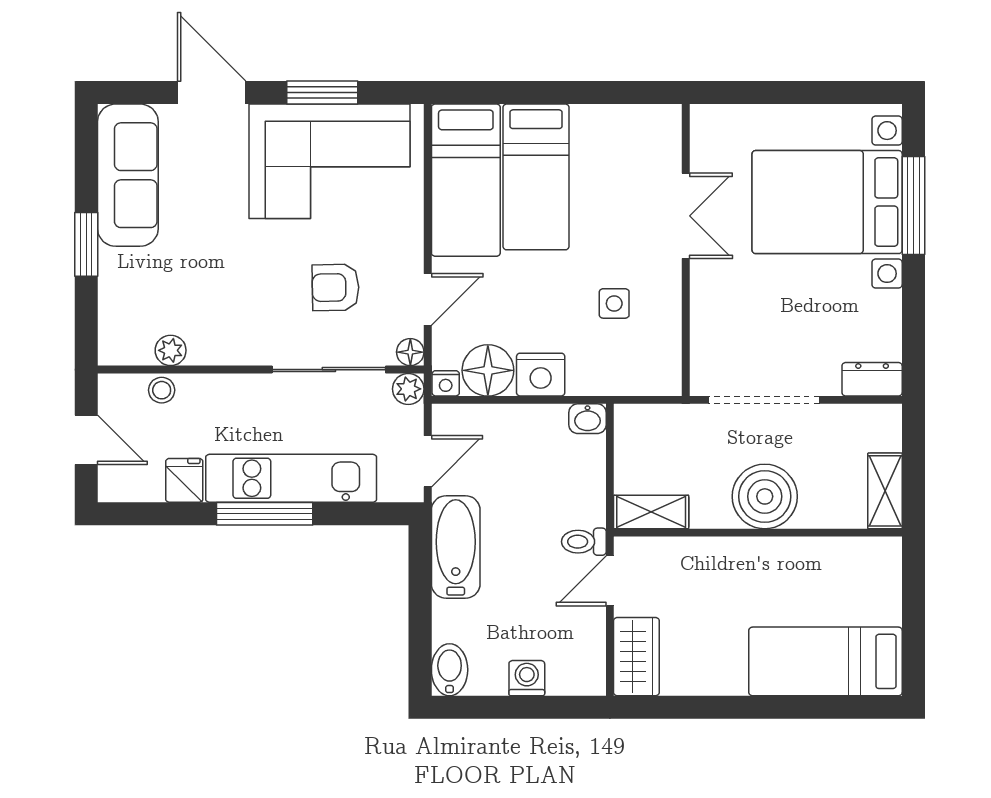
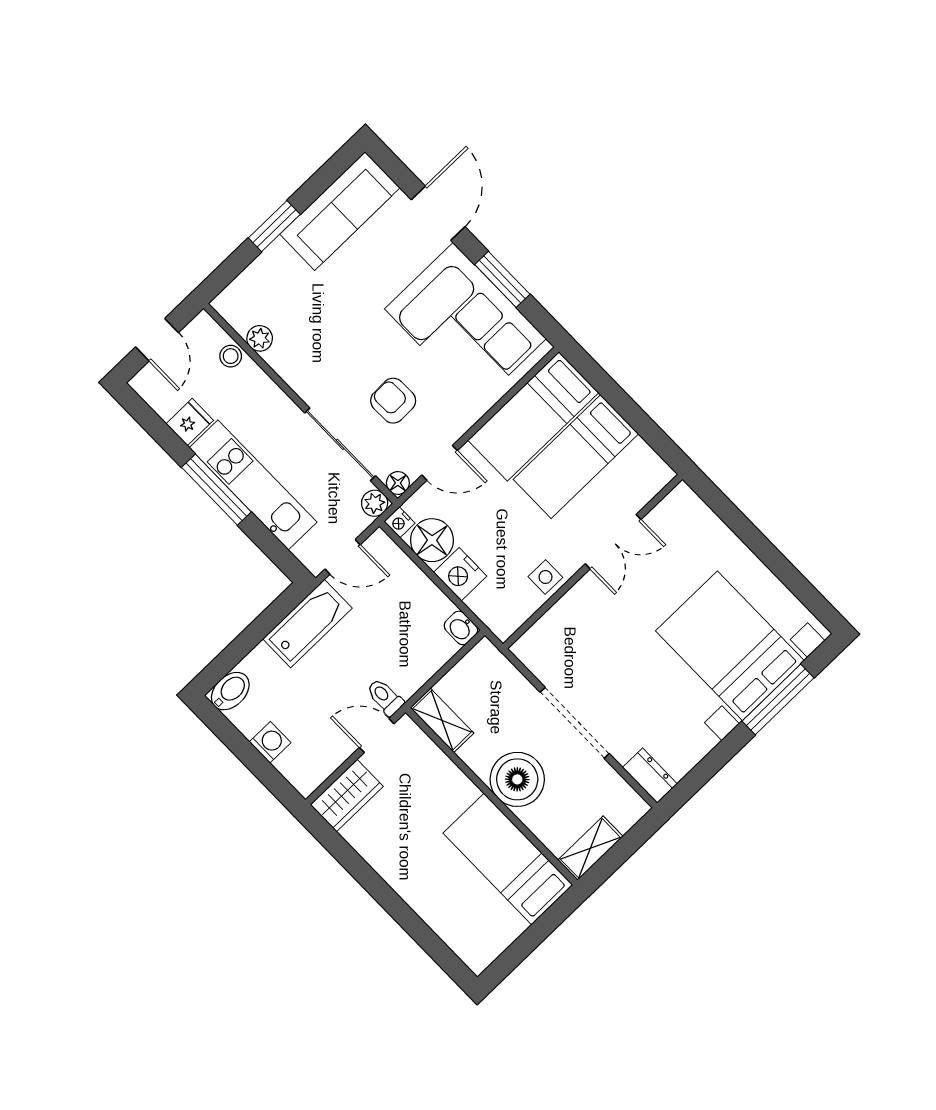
double door: (686, 216) -> (613, 542), moved
wall: (686, 250) -> (593, 562), moved
bed: (825, 661) -> (508, 859), moved

